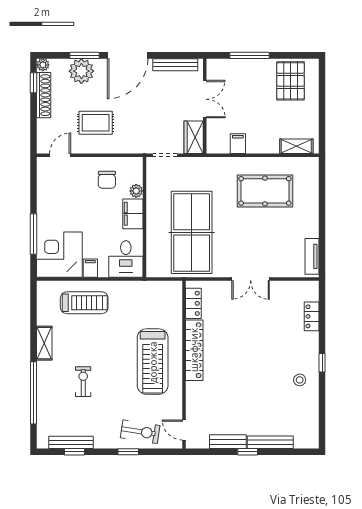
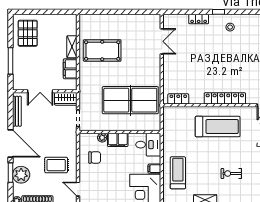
pallet: (291, 81) -> (28, 33), turned 90
double door: (205, 99) -> (40, 91), swing flipped
rug: (96, 123) -> (56, 165), turned 90
filing cabinet: (238, 144) -> (70, 69), width x2.00
shelving: (296, 146) -> (72, 47), moved
pool table: (265, 191) -> (102, 51), turned 90
tv unit: (312, 256) -> (146, 19), removed
double door: (251, 279) -> (162, 41), moved
locker: (312, 316) -> (199, 19), moved
locker: (194, 350) -> (225, 98), moved

